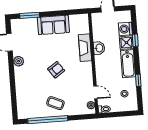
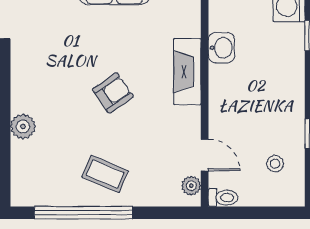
shower: (126, 43) -> (289, 40), removed
fireplace: (85, 48) -> (187, 72), moved
plant: (19, 61) -> (23, 126), moved
bathtub: (128, 64) -> (289, 91), removed

